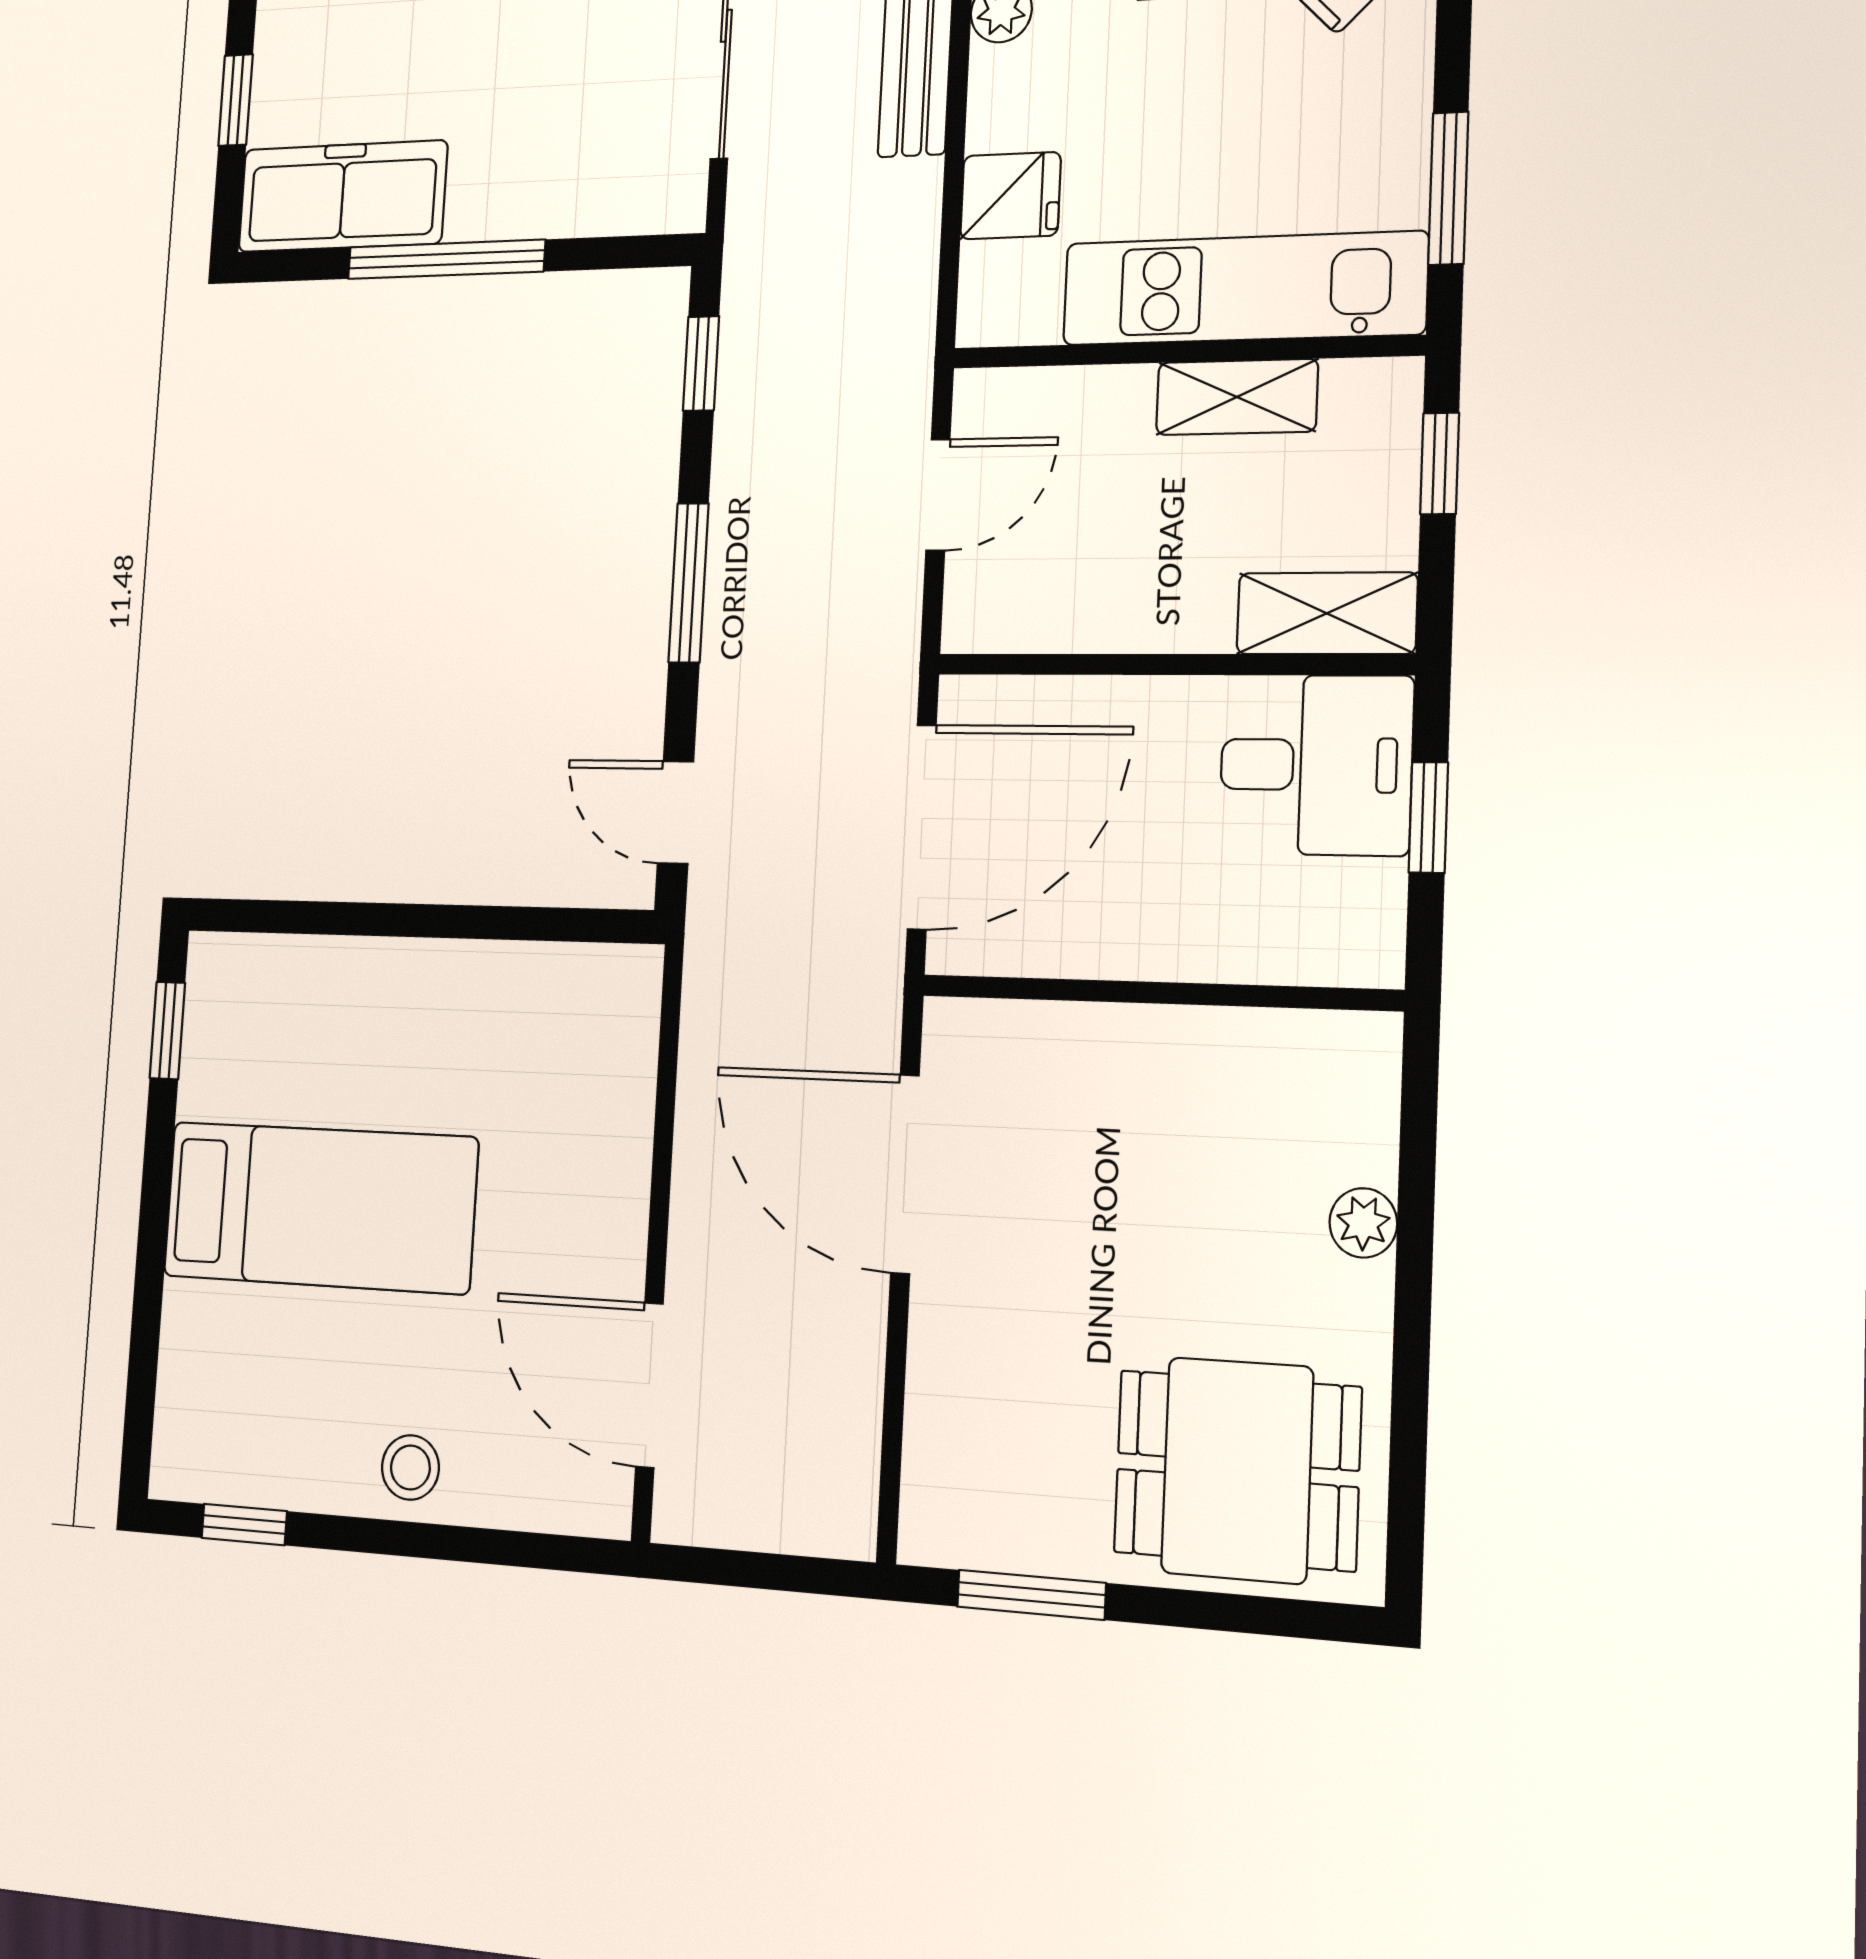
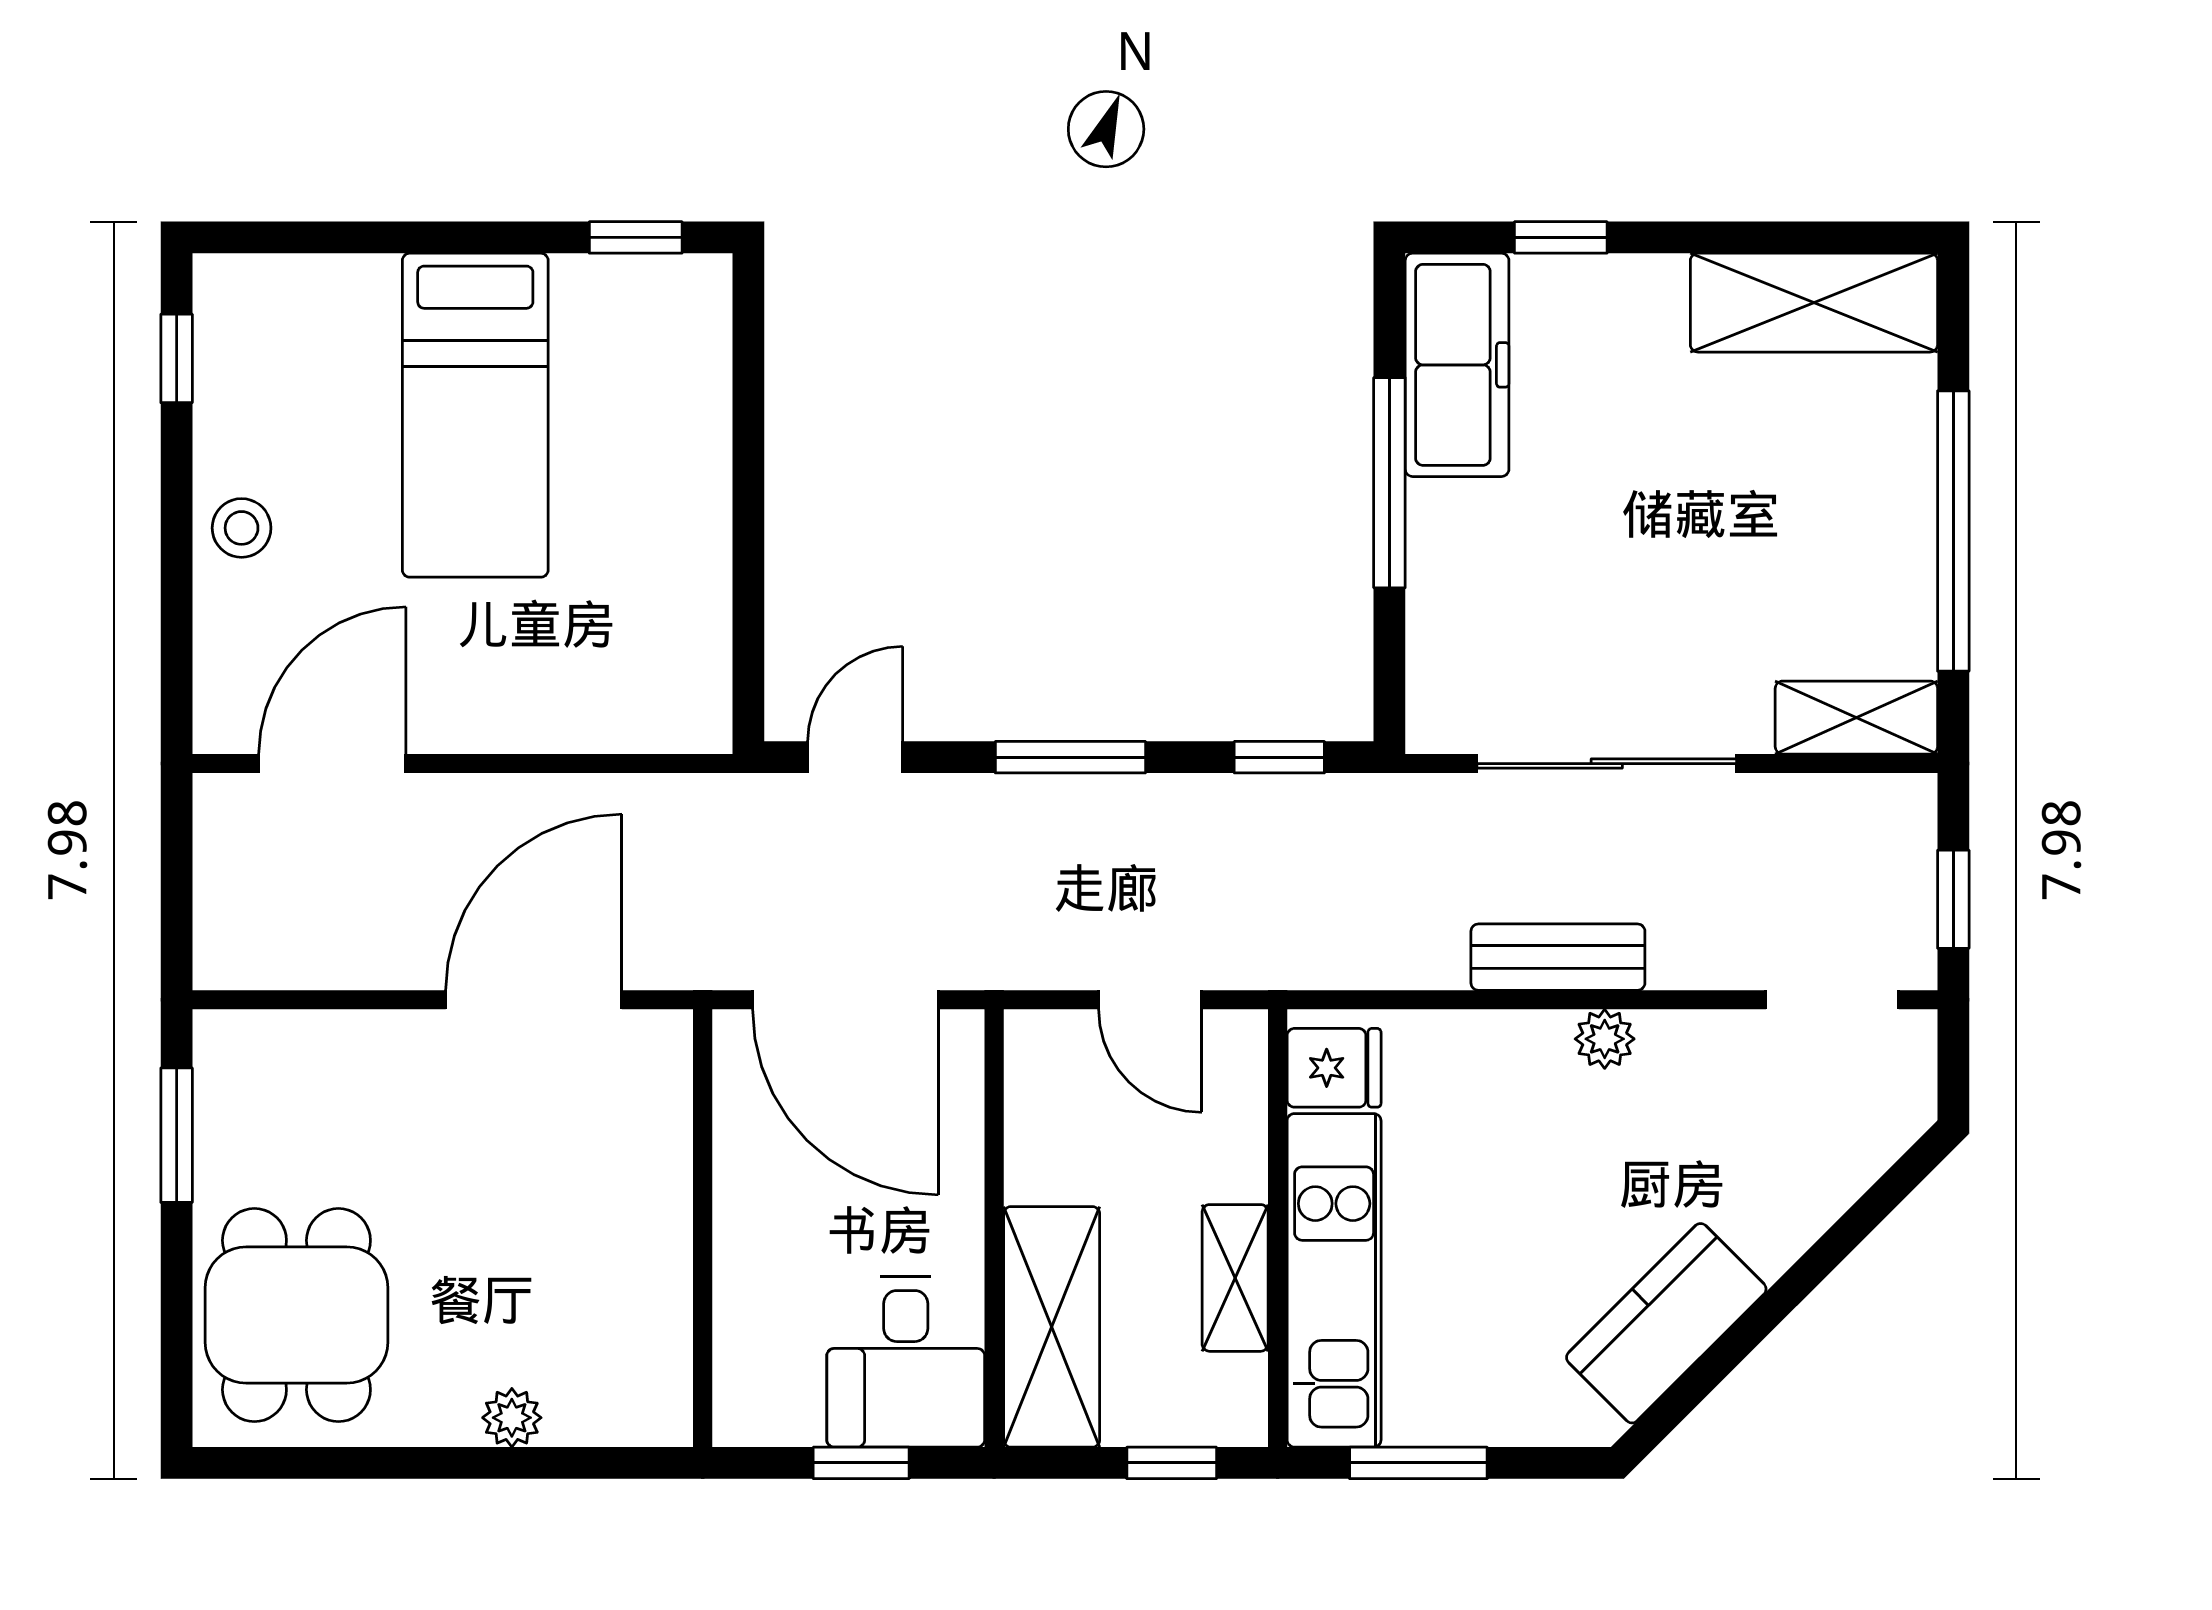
fridge: (1010, 196) -> (1334, 1068), moved, turned -90
shelving: (1327, 613) -> (1052, 1327), width x1.50, depth x1.33

